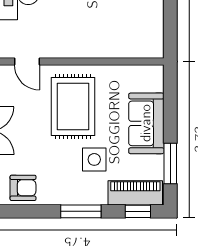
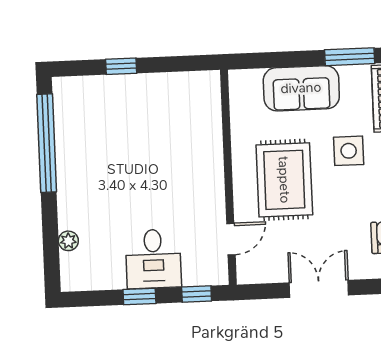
rug: (73, 106) -> (284, 180), turned 90

